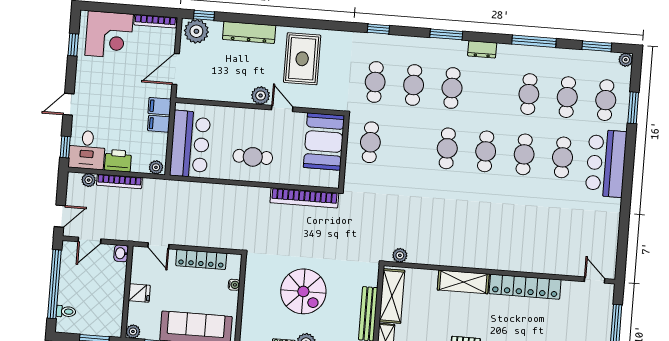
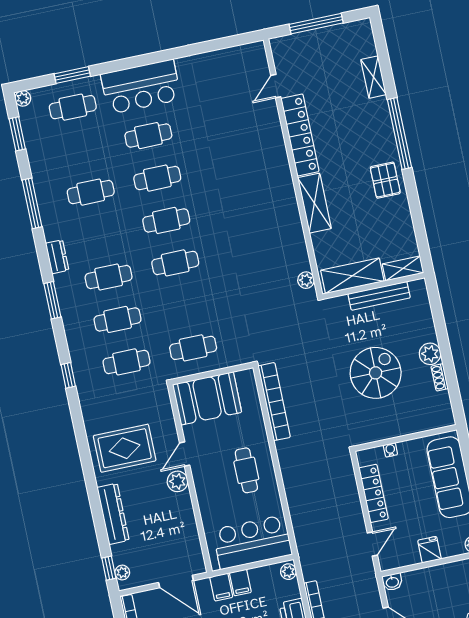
plant: (196, 31) -> (122, 572), width x0.53, depth x0.53
cafe table: (567, 97) -> (82, 150), removed
door: (595, 280) -> (276, 86), moved

